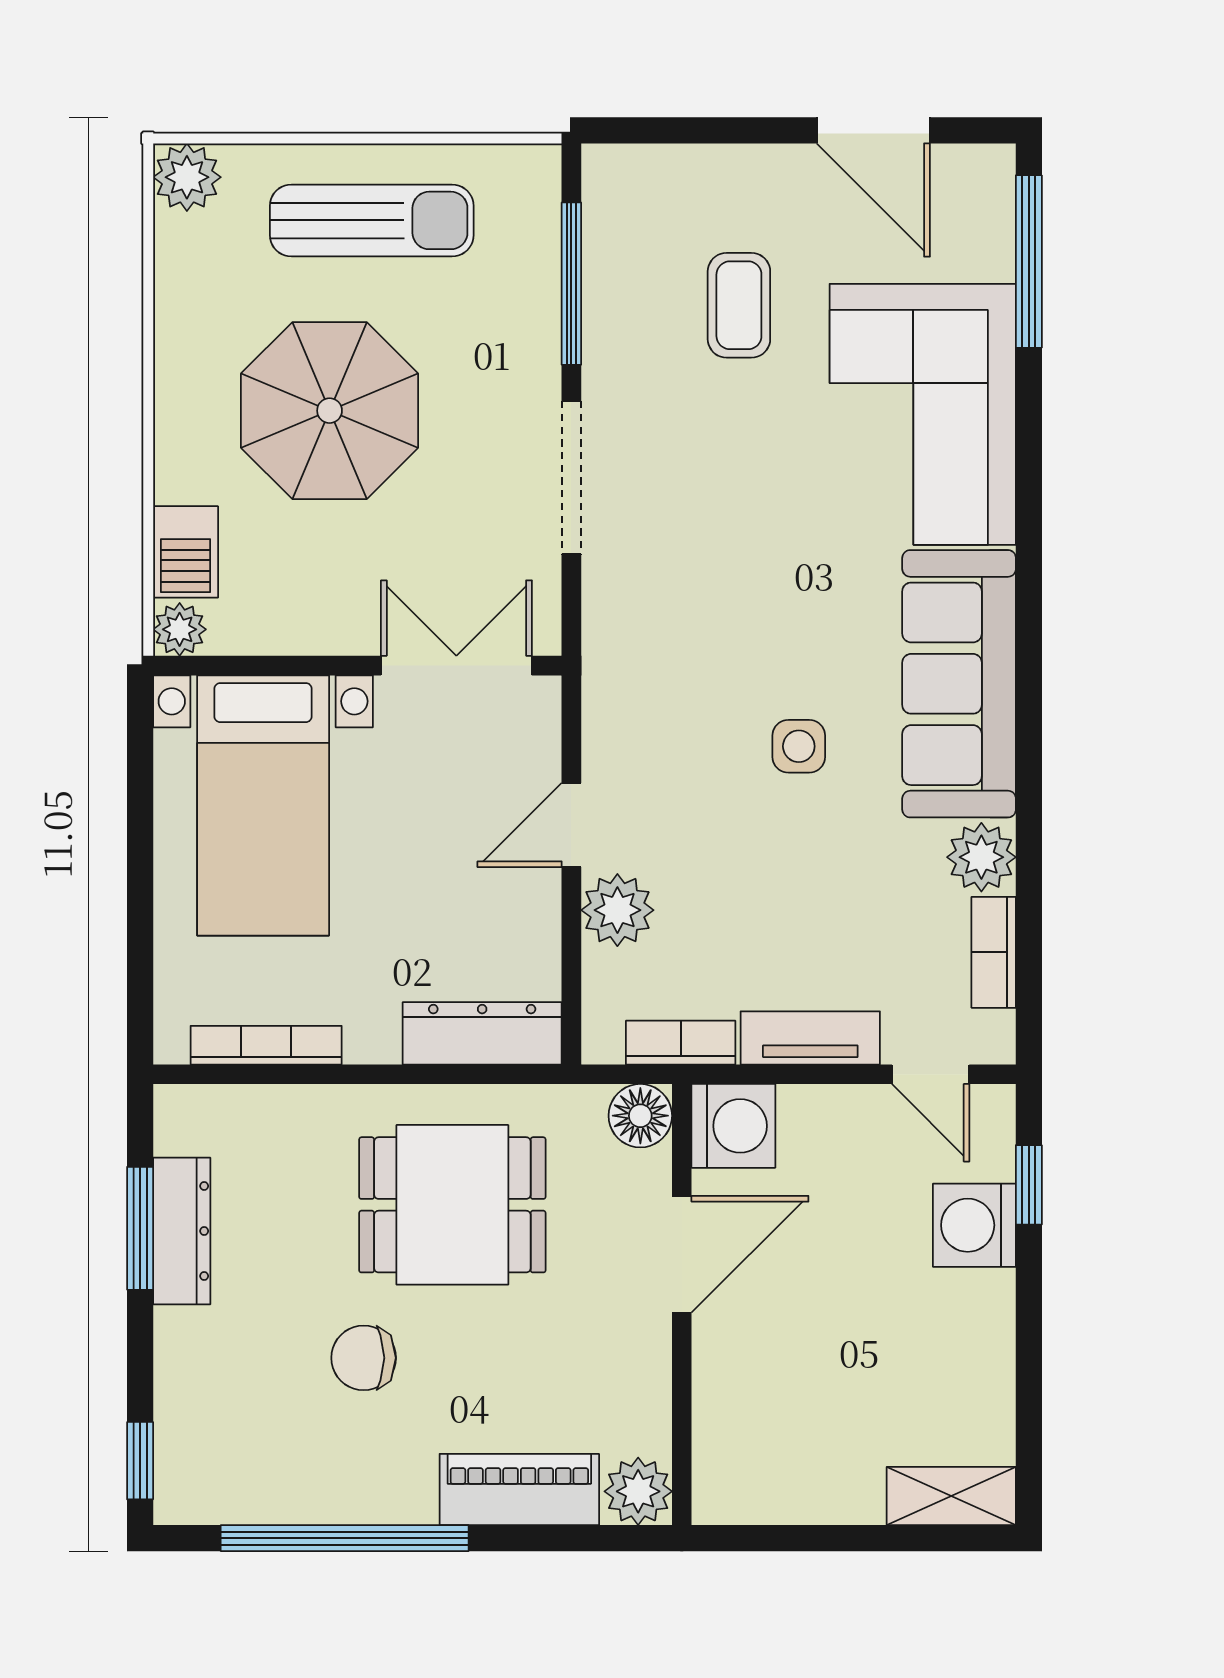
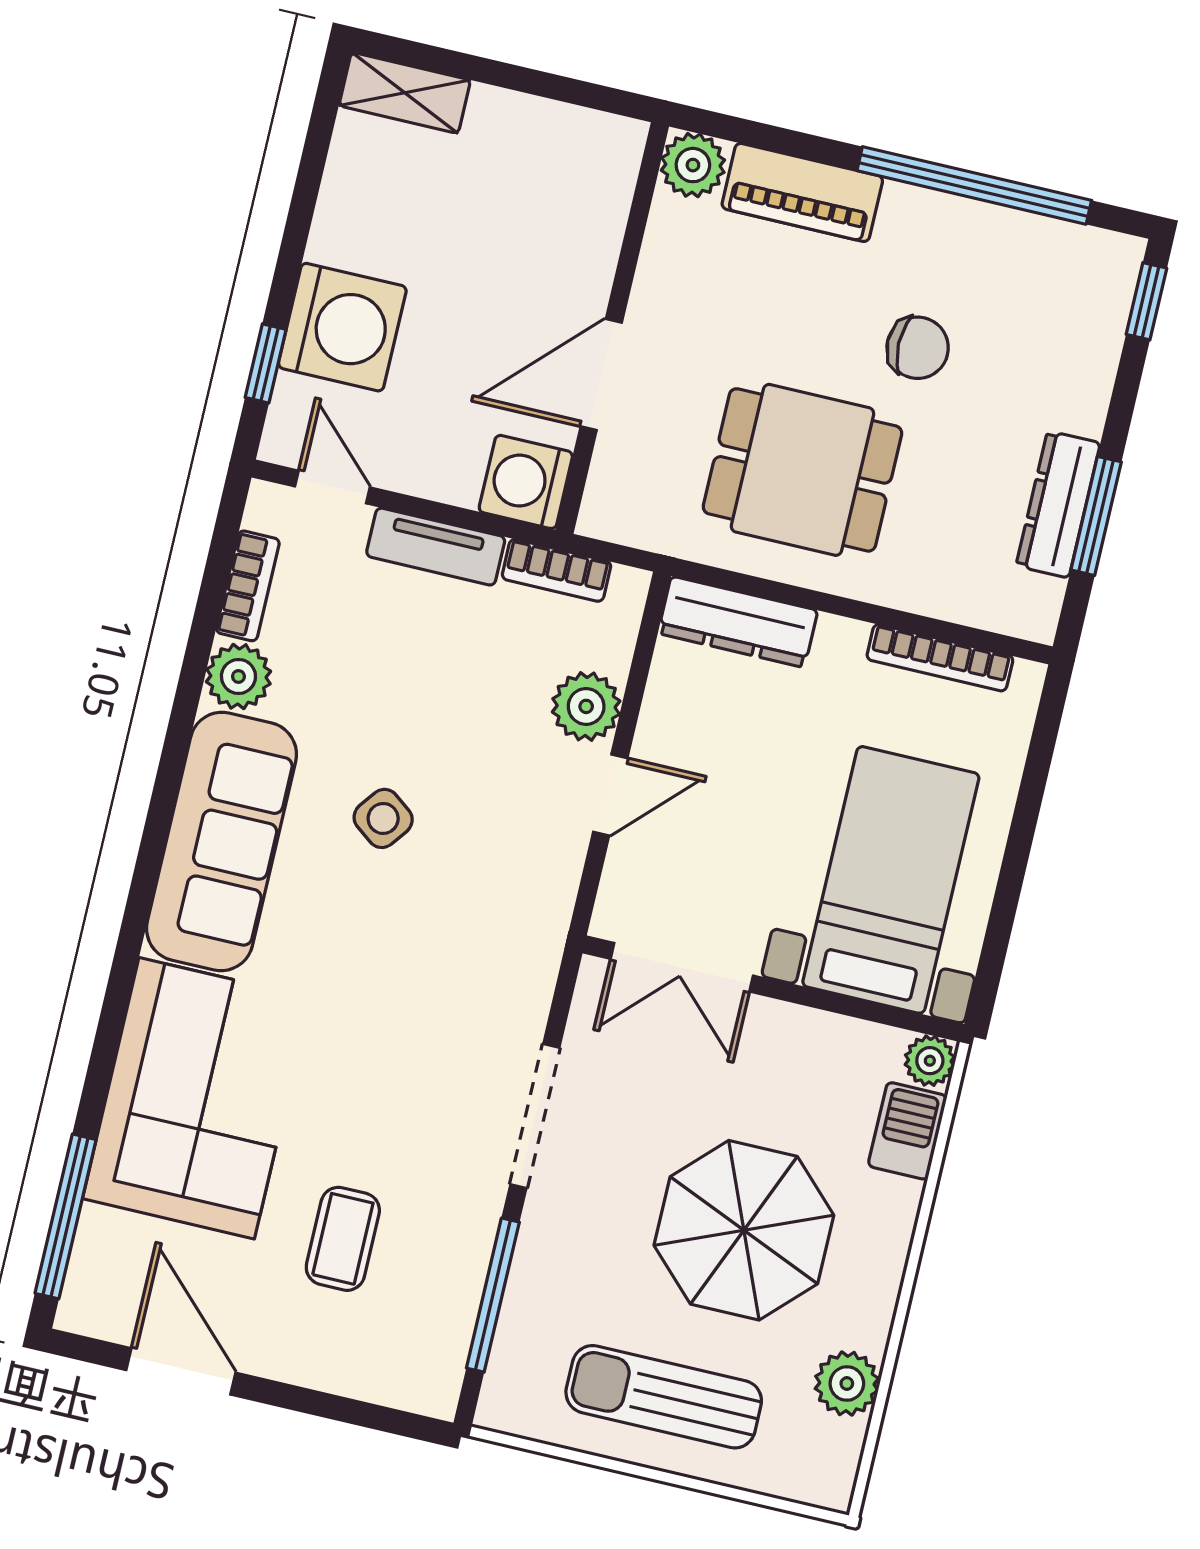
plant: (187, 177) -> (847, 1383), moved
side table: (799, 746) -> (383, 818), turned 37
floor lamp: (640, 1116) -> (610, 512), removed
washing machine: (974, 1225) -> (342, 327), width x1.37, depth x1.37

